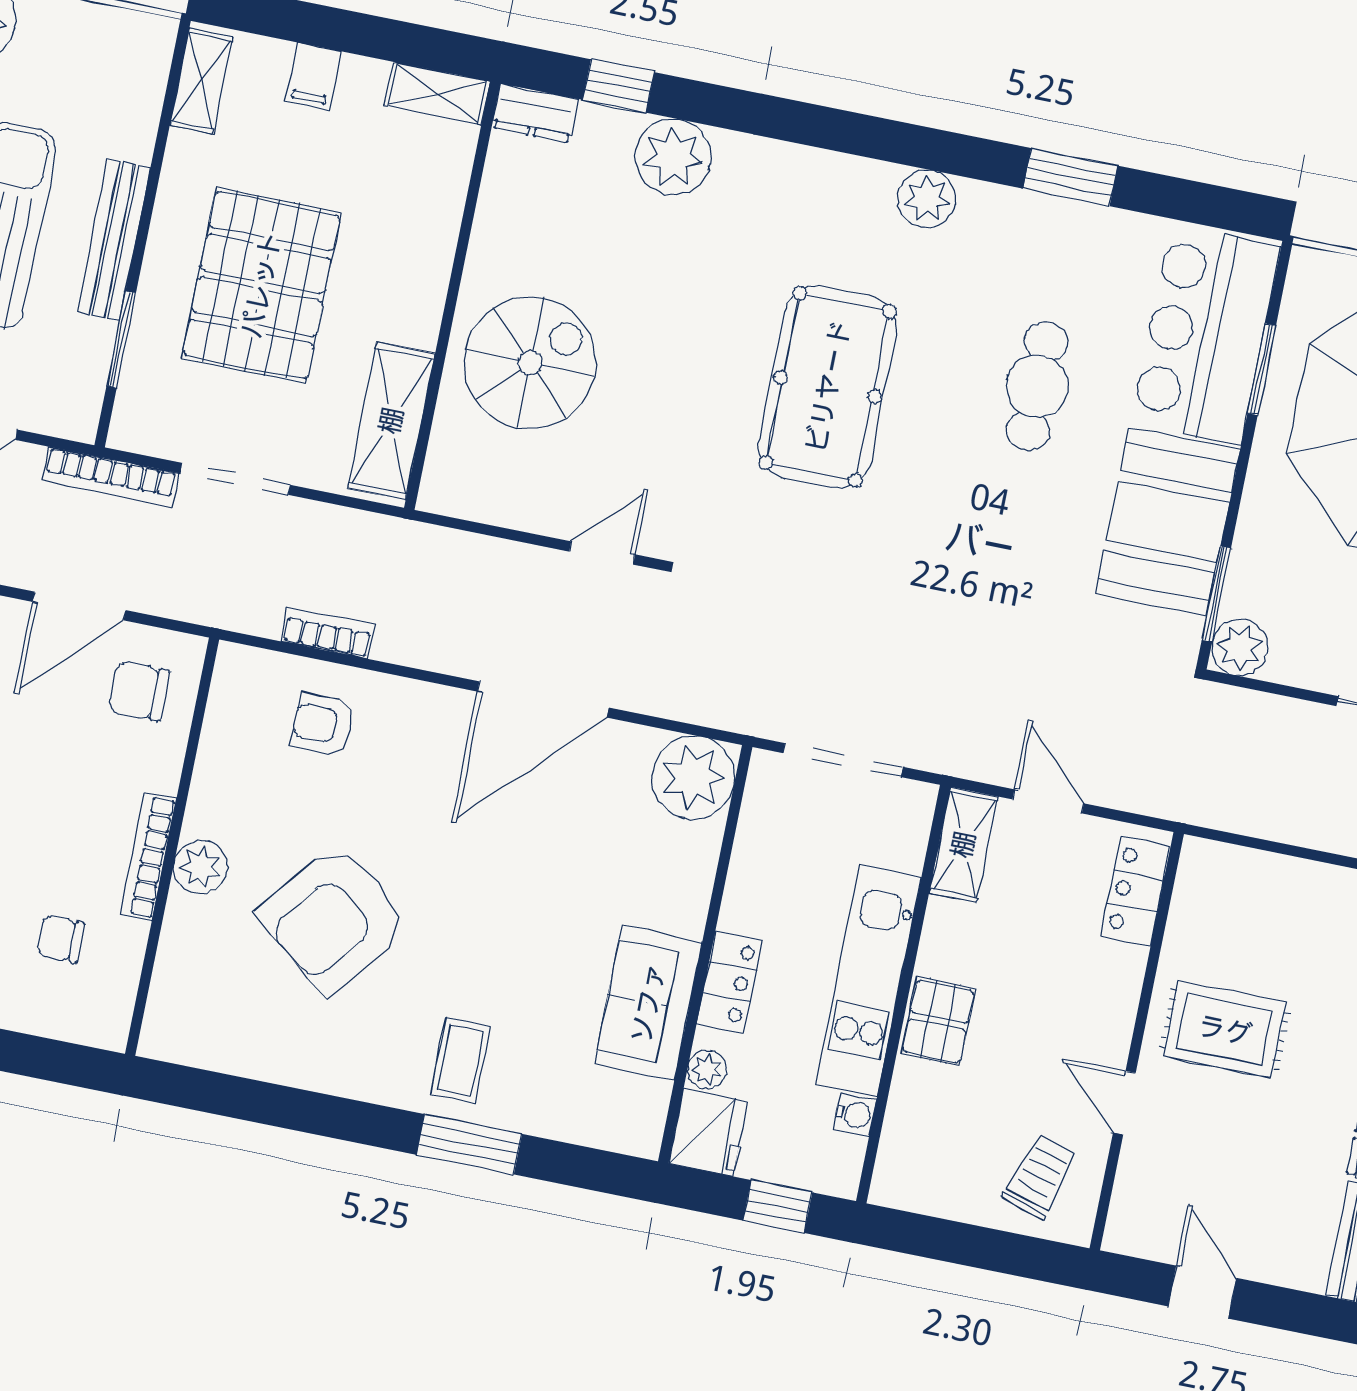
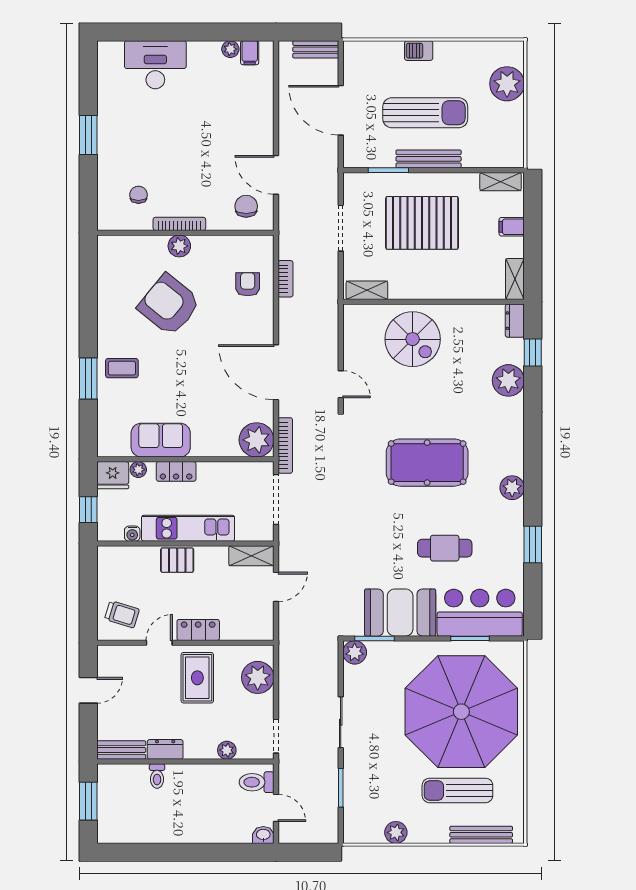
shelving: (391, 421) -> (367, 290), width x0.67, depth x0.75
bookcase: (110, 477) -> (285, 445), moved, turned 180
plant: (1253, 887) -> (258, 677), added
locker: (1136, 891) -> (198, 630), moved

